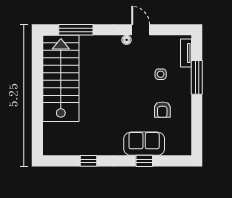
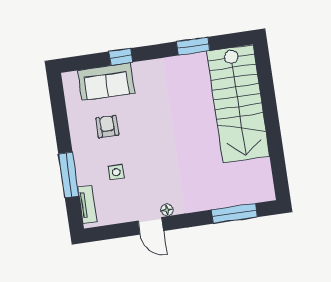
stairs: (61, 78) -> (238, 104), moved
sofa: (144, 144) -> (106, 82), moved
window: (88, 161) -> (193, 46), width x1.50

